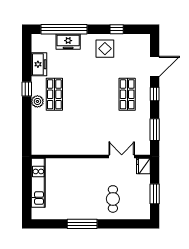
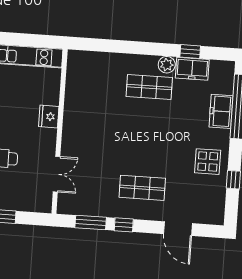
window: (27, 89) -> (190, 52), moved
window: (155, 94) -> (124, 225), moved
plant: (37, 101) -> (167, 65), moved
fridge: (143, 166) -> (49, 116), moved, turned -90

